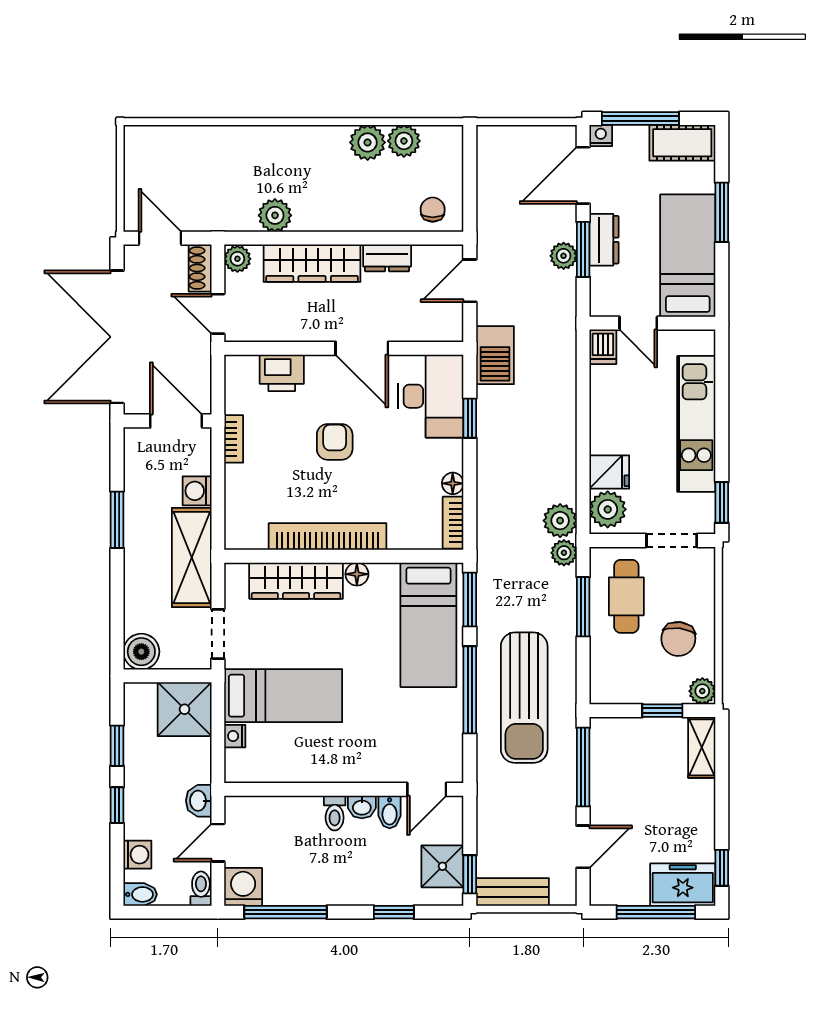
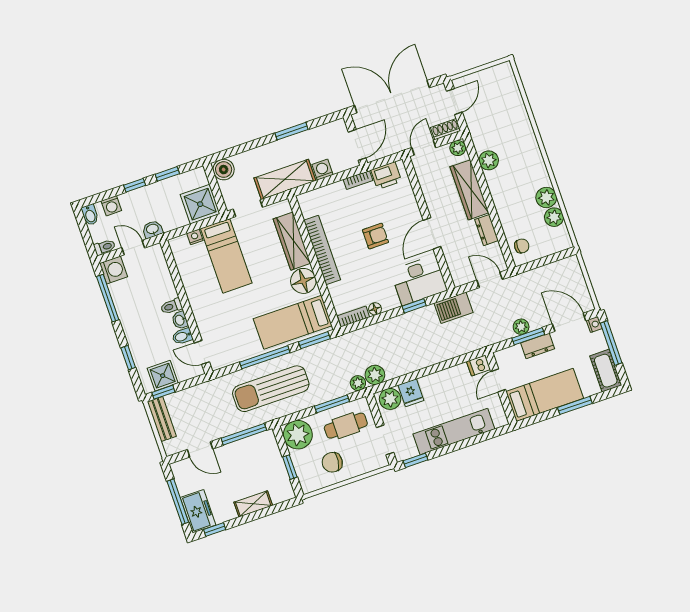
printer: (282, 373) -> (386, 176), moved, turned -90
floor lamp: (357, 574) -> (303, 281), width x1.89, depth x1.89
plant: (702, 691) -> (298, 435), moved, width x1.88, depth x1.88
shelving: (702, 747) -> (253, 504), moved

